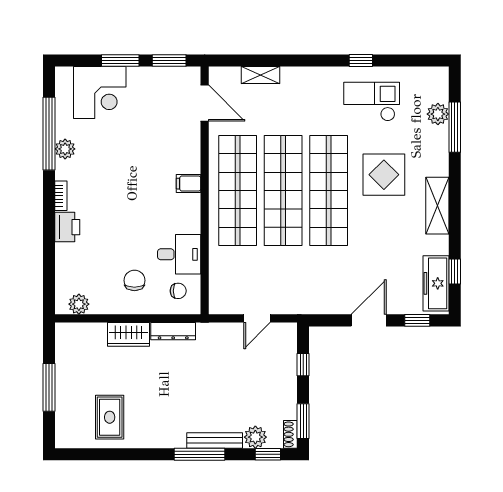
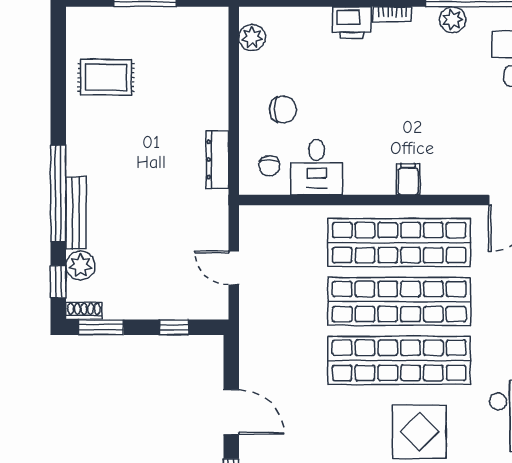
wardrobe: (129, 334) -> (213, 102), removed
window: (199, 454) -> (58, 193), width x1.46

